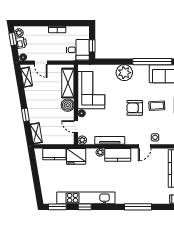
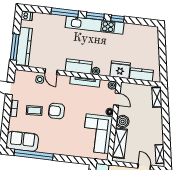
plant: (124, 73) -> (63, 147), removed
armchair: (135, 108) -> (56, 111), turned 180
window: (25, 115) -> (165, 117), removed
door: (145, 146) -> (51, 72), swing flipped
kitchen unit: (86, 198) -> (95, 25), moved
window: (57, 207) -> (95, 16), moved

